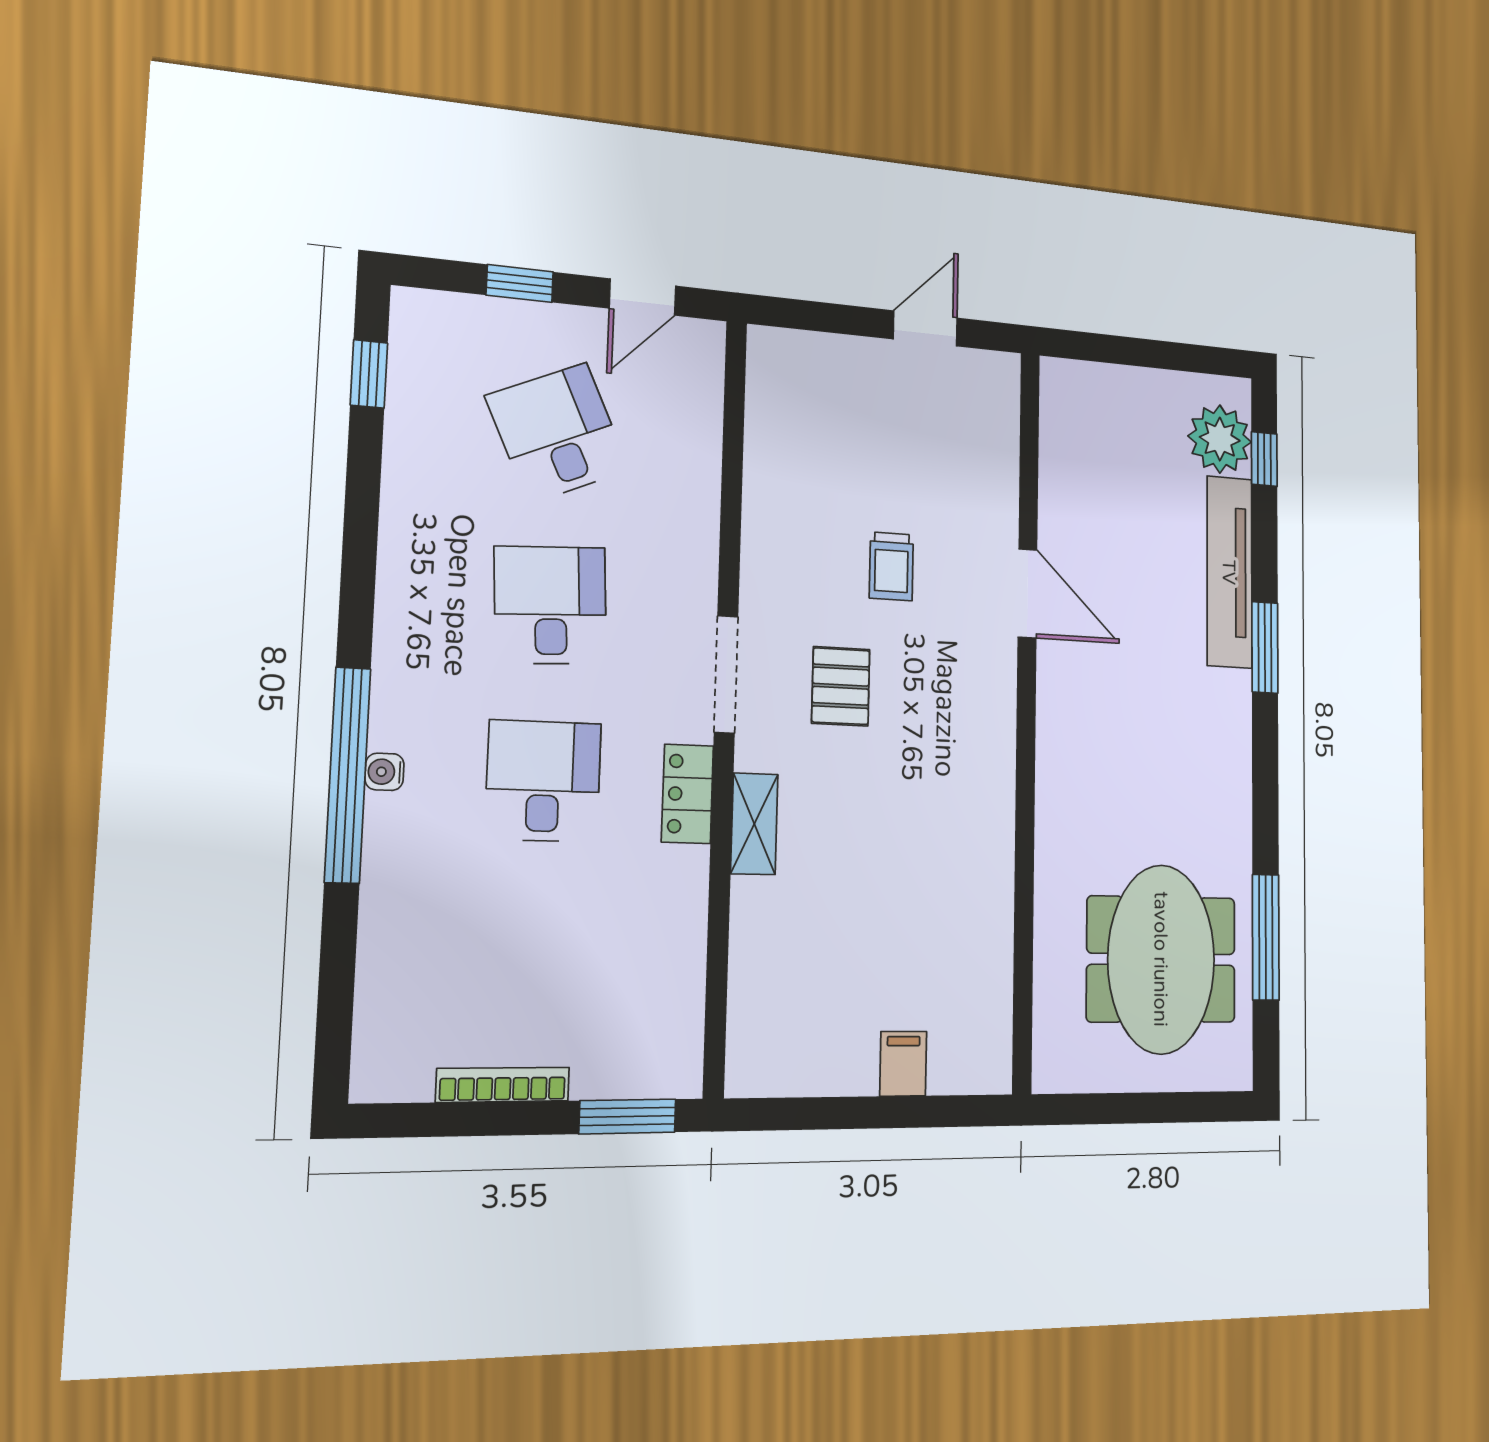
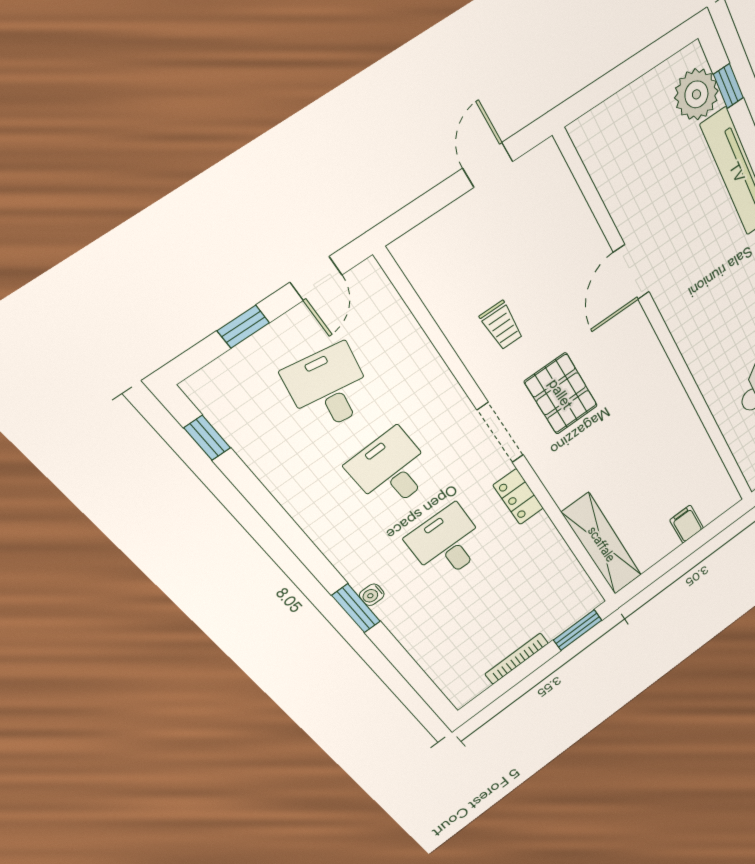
desk: (558, 433) -> (329, 388), turned 33
trolley: (891, 566) -> (502, 325), moved
door: (1027, 593) -> (631, 272), swing flipped
pallet: (841, 686) -> (561, 394), width x1.50, depth x1.42
window: (348, 775) -> (356, 608), width x0.47
shelving: (754, 824) -> (602, 544), moved, width x2.20, depth x1.33

